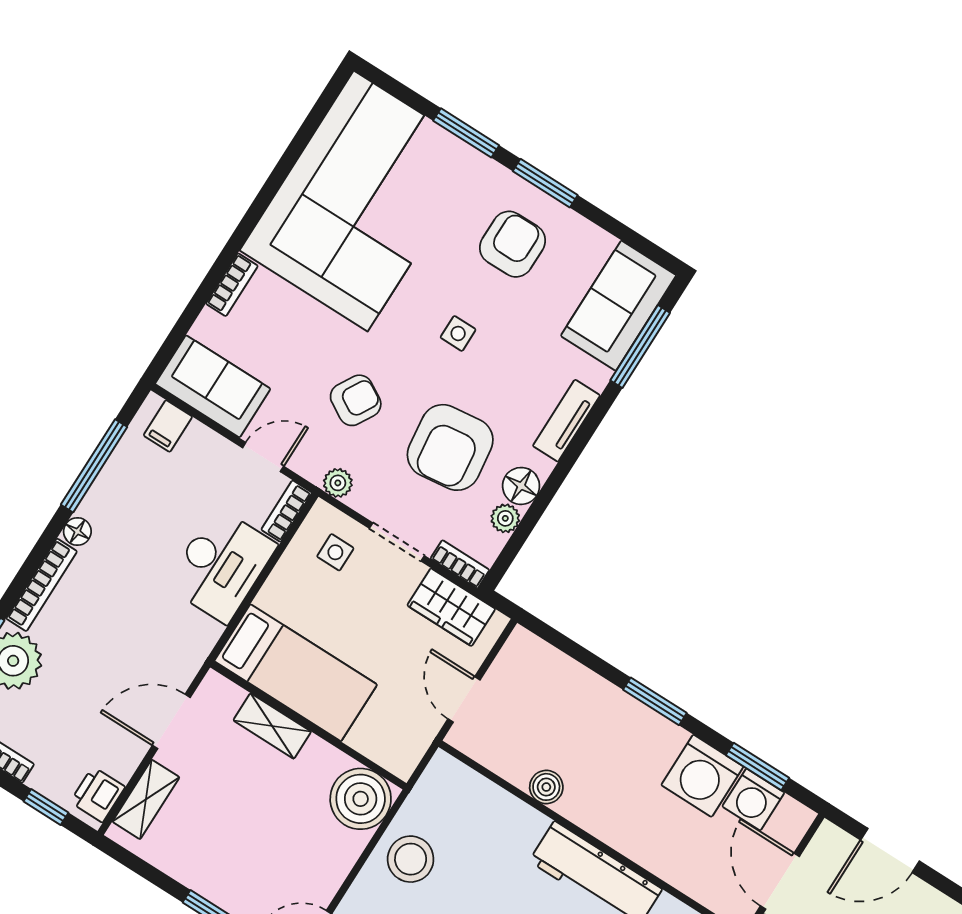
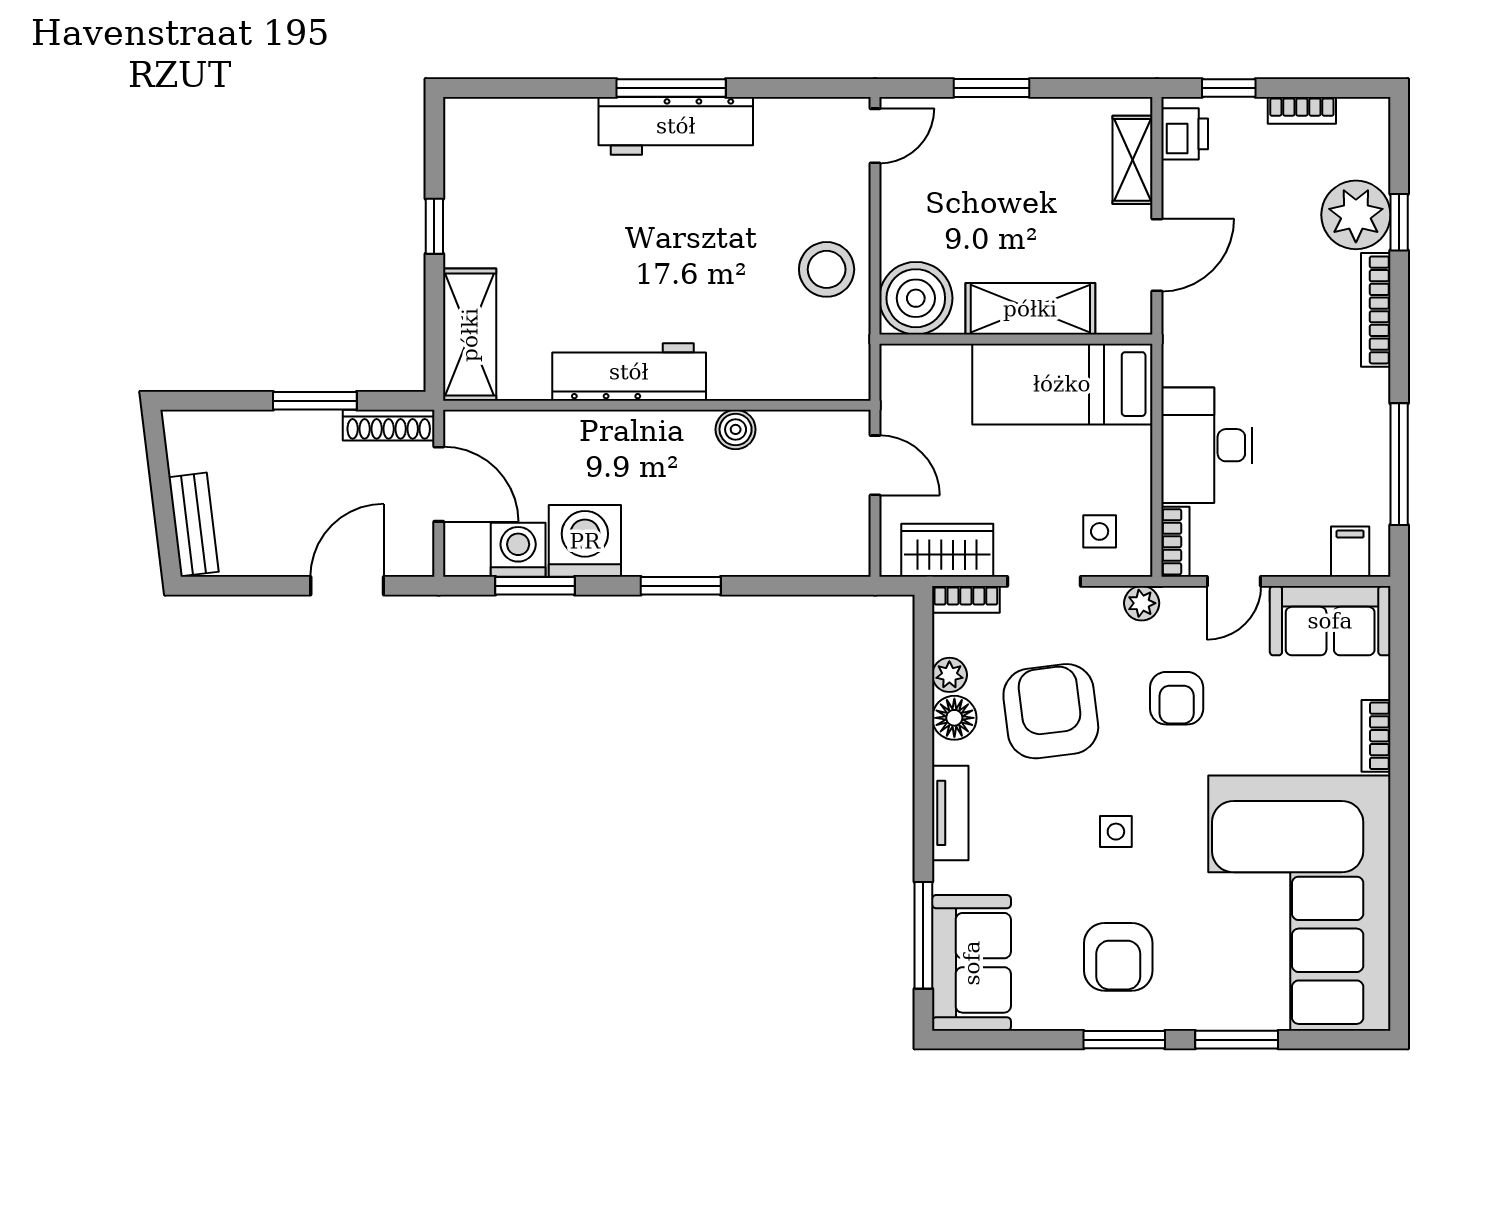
armchair: (356, 400) -> (1177, 698), turned -30
floor lamp: (77, 531) -> (1374, 387), removed
shelving: (272, 726) -> (1030, 309), width x1.50, depth x1.33

